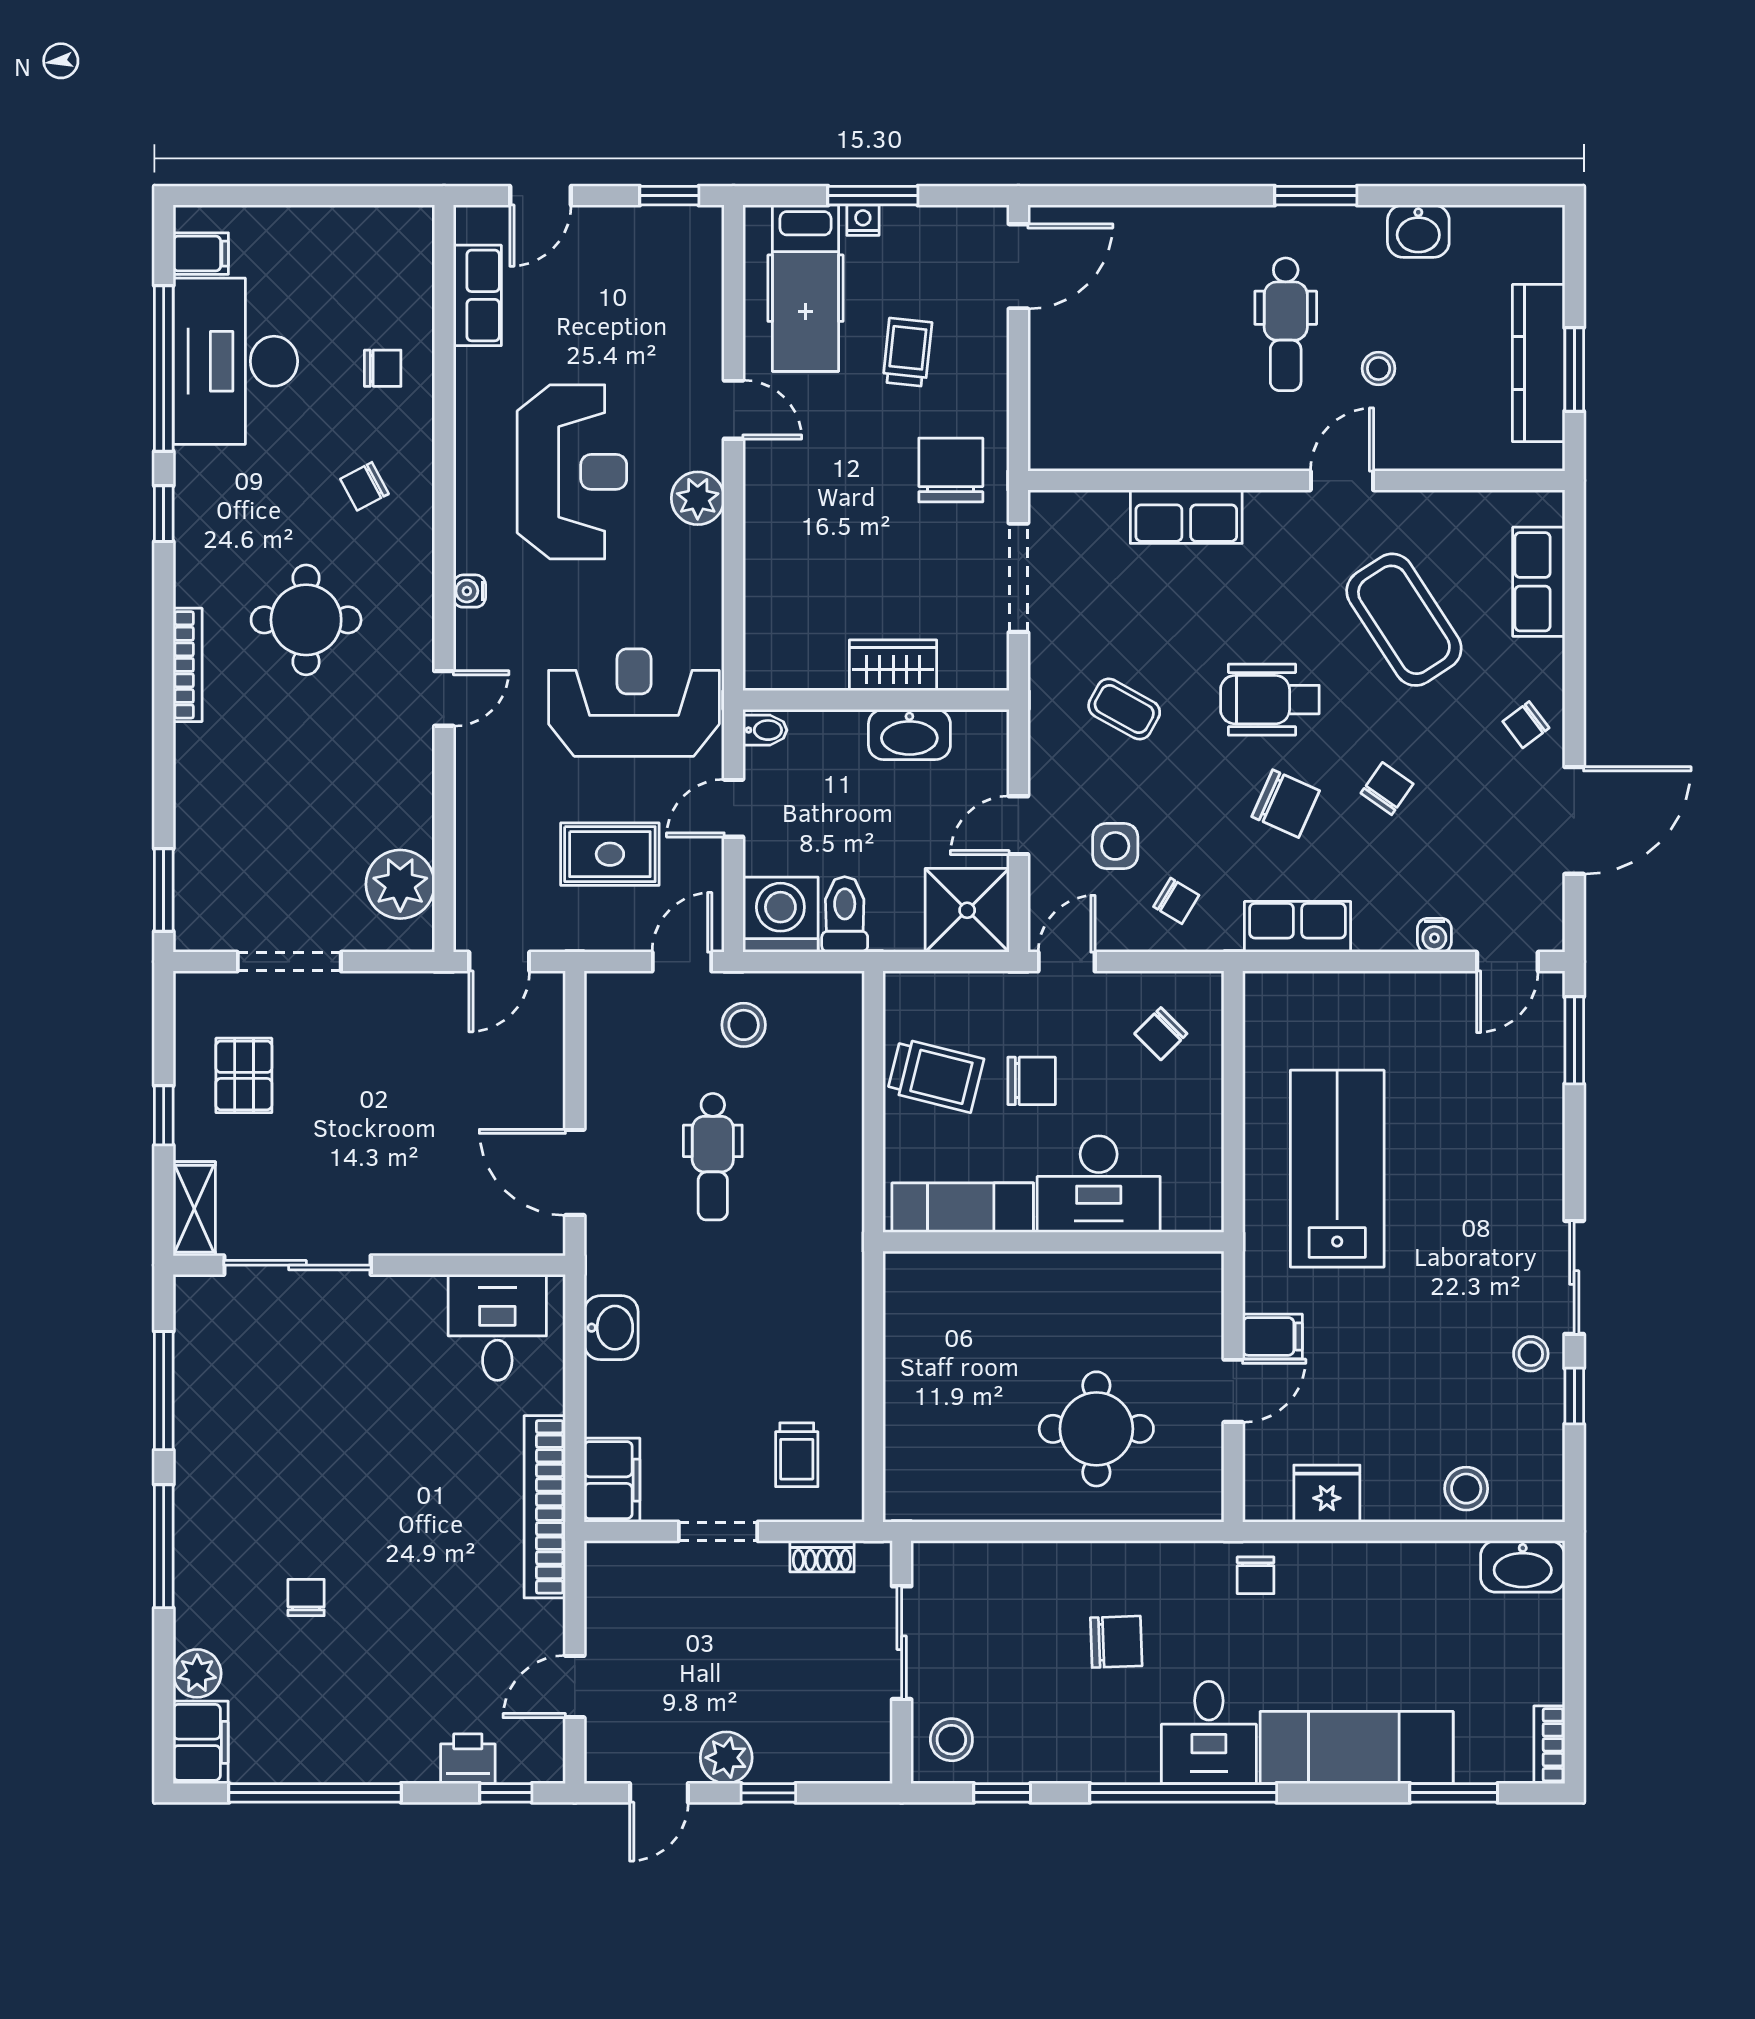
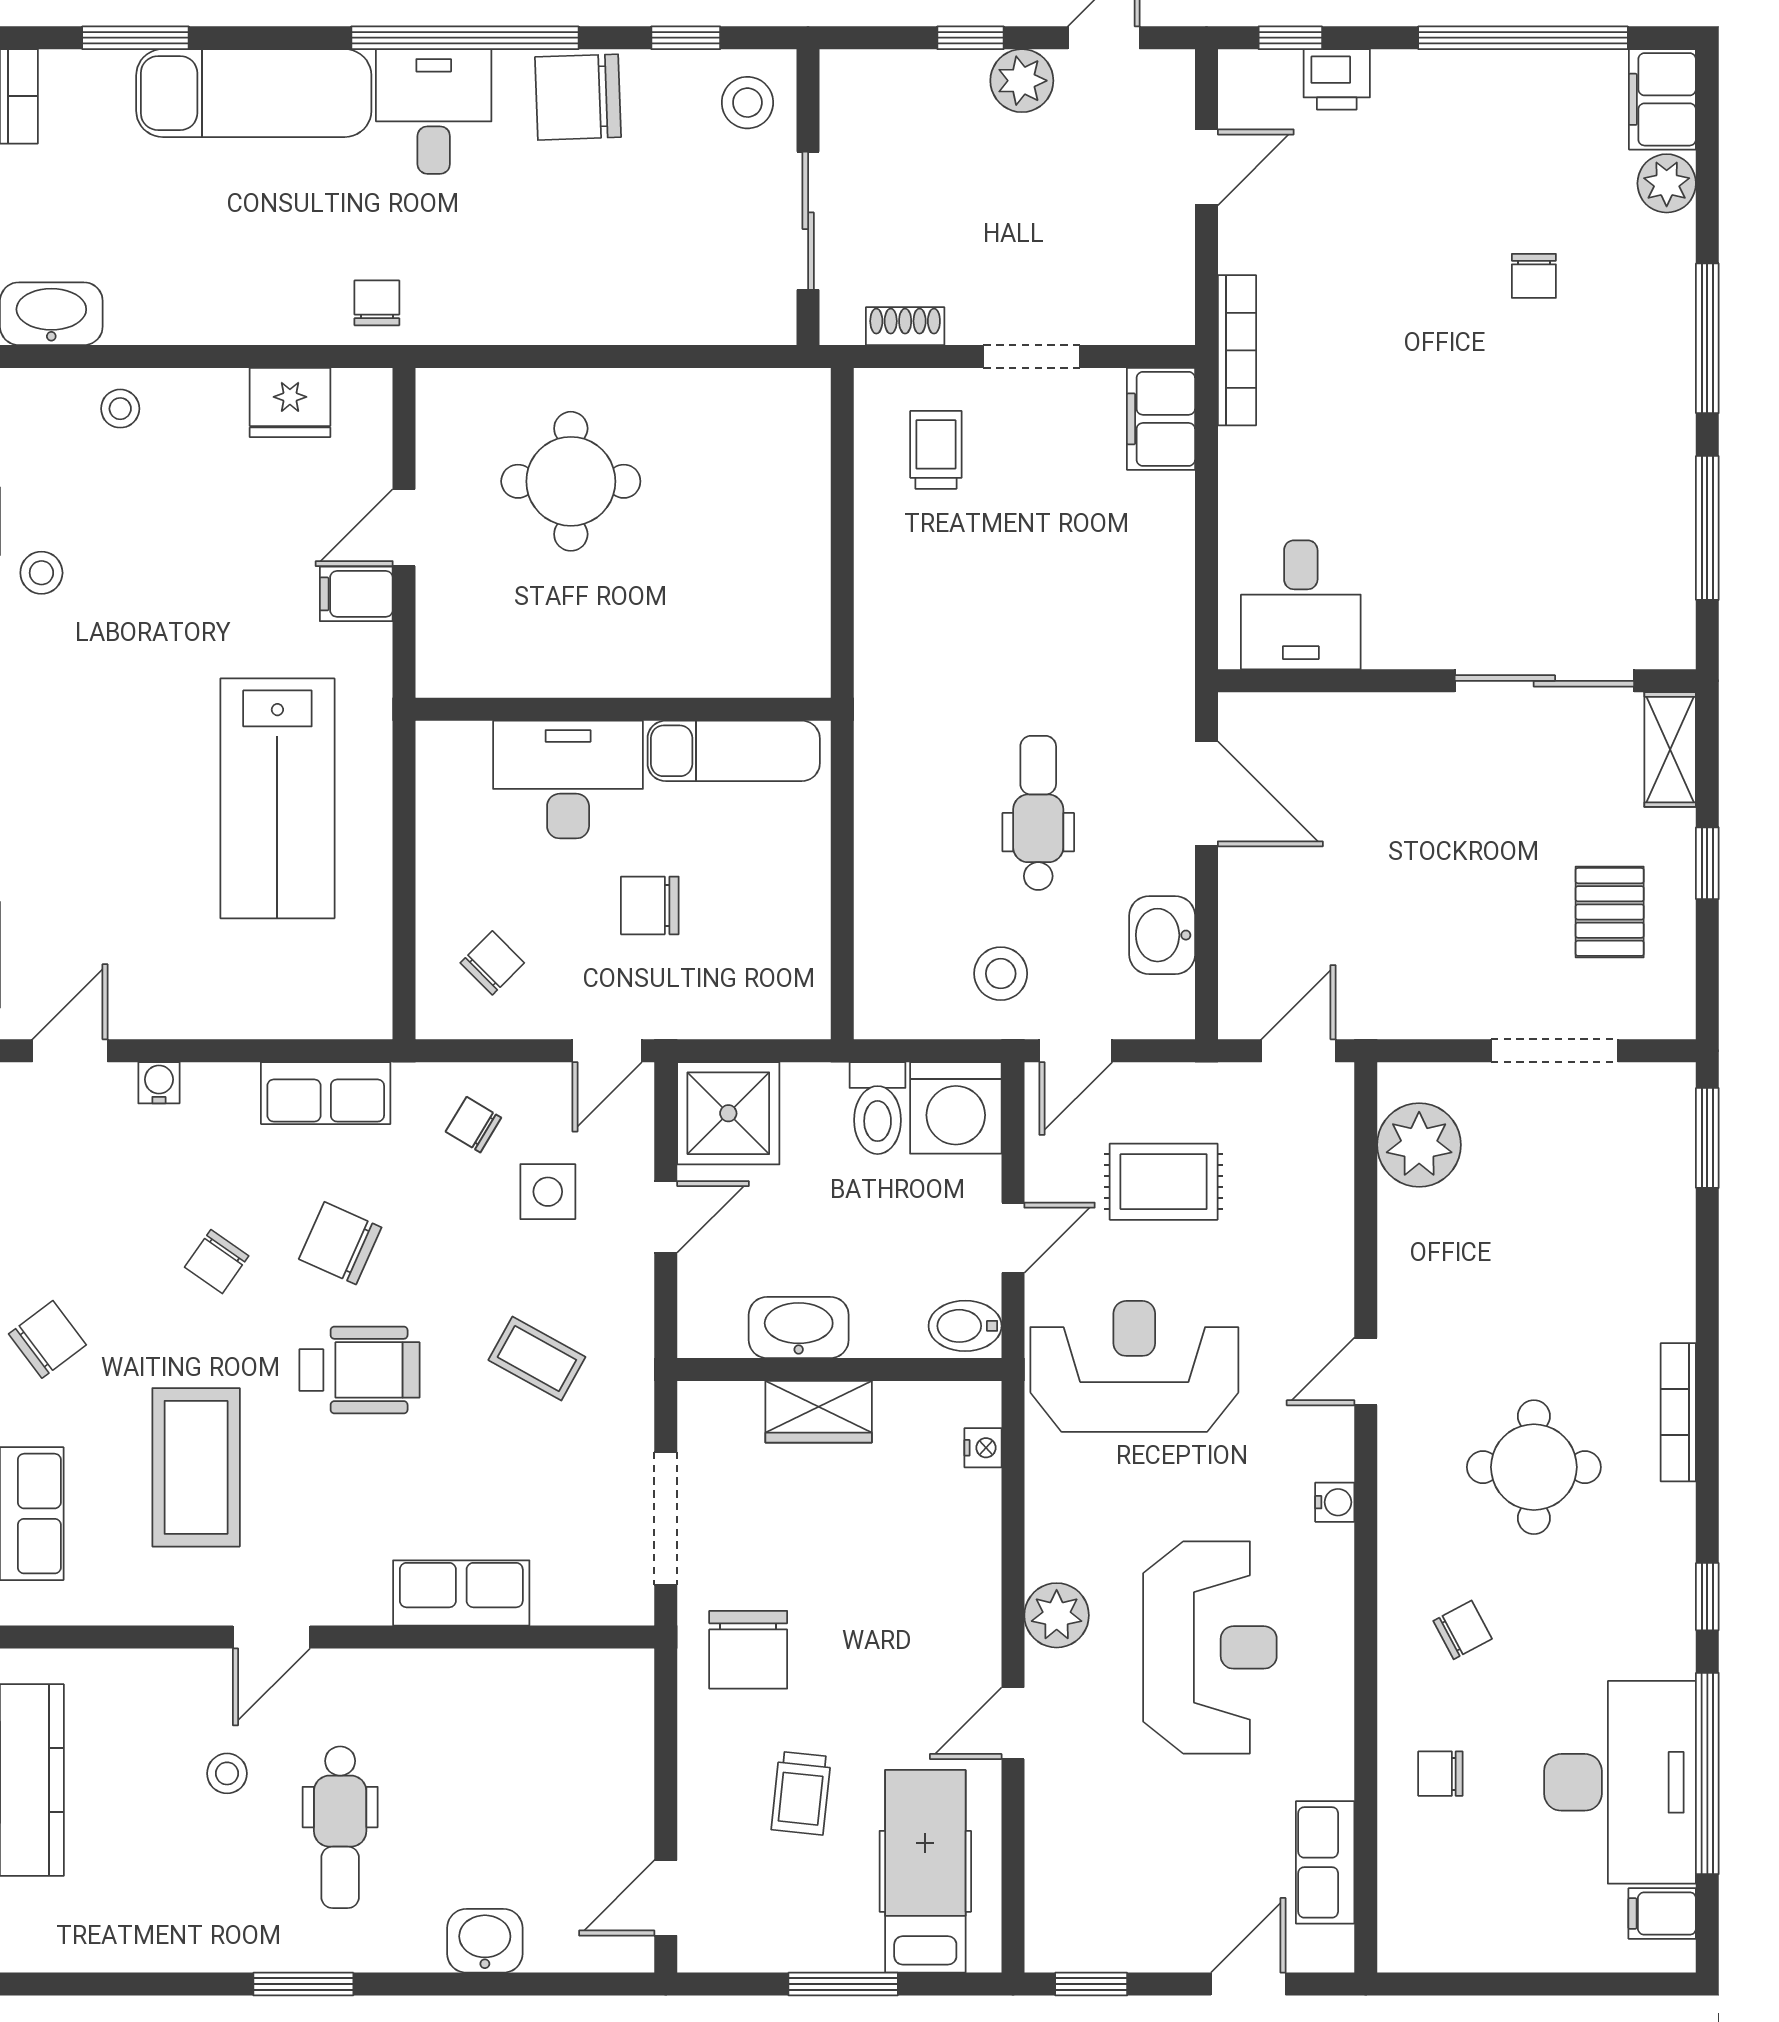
nightstand: (863, 220) -> (983, 1448), moved, turned -90
washbasin: (1418, 231) -> (485, 1941), moved
door: (1018, 266) -> (666, 1898), width x0.73
dental chair: (1286, 324) -> (340, 1827), turned 180
door: (734, 410) -> (1013, 1723), hinge flipped
reception desk: (572, 472) -> (1210, 1647), turned 180
coffee table: (1404, 620) -> (196, 1467), turned 33
reception desk: (634, 703) -> (1134, 1366), turned 180
chair: (1526, 725) -> (47, 1339), width x1.37, depth x1.37
bidet: (765, 730) -> (965, 1326), width x1.38, depth x1.36
trolley: (936, 1075) -> (767, 912), removed
washbasin: (611, 1328) -> (1162, 935), moved
stool: (1466, 1489) -> (120, 409), width x0.73, depth x0.73
bookcase: (545, 1507) -> (1237, 350), width x0.68, depth x0.76
chair: (1116, 1642) -> (578, 97), moved, width x1.37, depth x1.37

